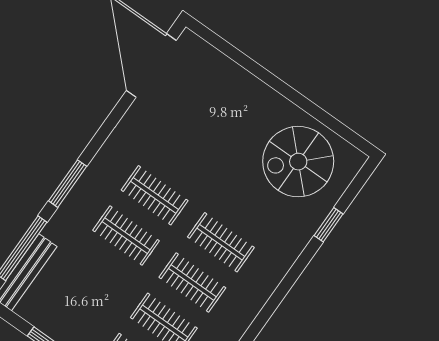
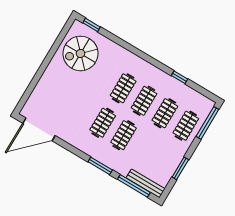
spiral stairs: (298, 162) -> (81, 53), turned 90
window: (328, 225) -> (91, 25), moved

